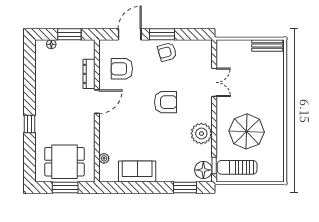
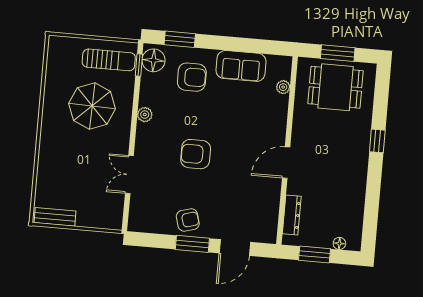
armchair: (122, 69) -> (192, 77), moved
dresser: (89, 74) -> (292, 215), moved
plant: (201, 133) -> (145, 115), width x0.53, depth x0.53

